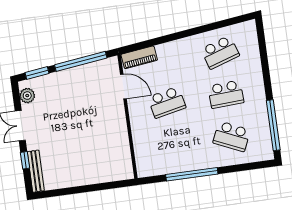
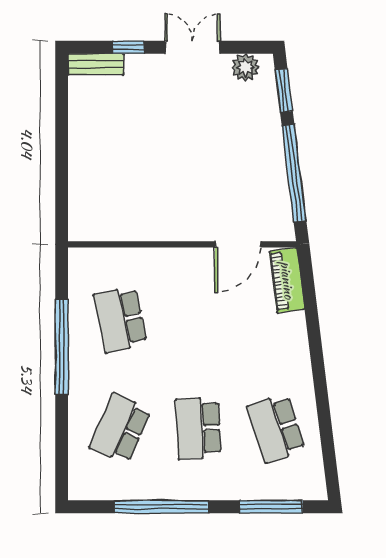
window: (263, 49) -> (271, 507), added
school desk: (167, 102) -> (120, 319), moved
window: (273, 125) -> (161, 507), moved
bench: (36, 171) -> (96, 64), width x0.73

